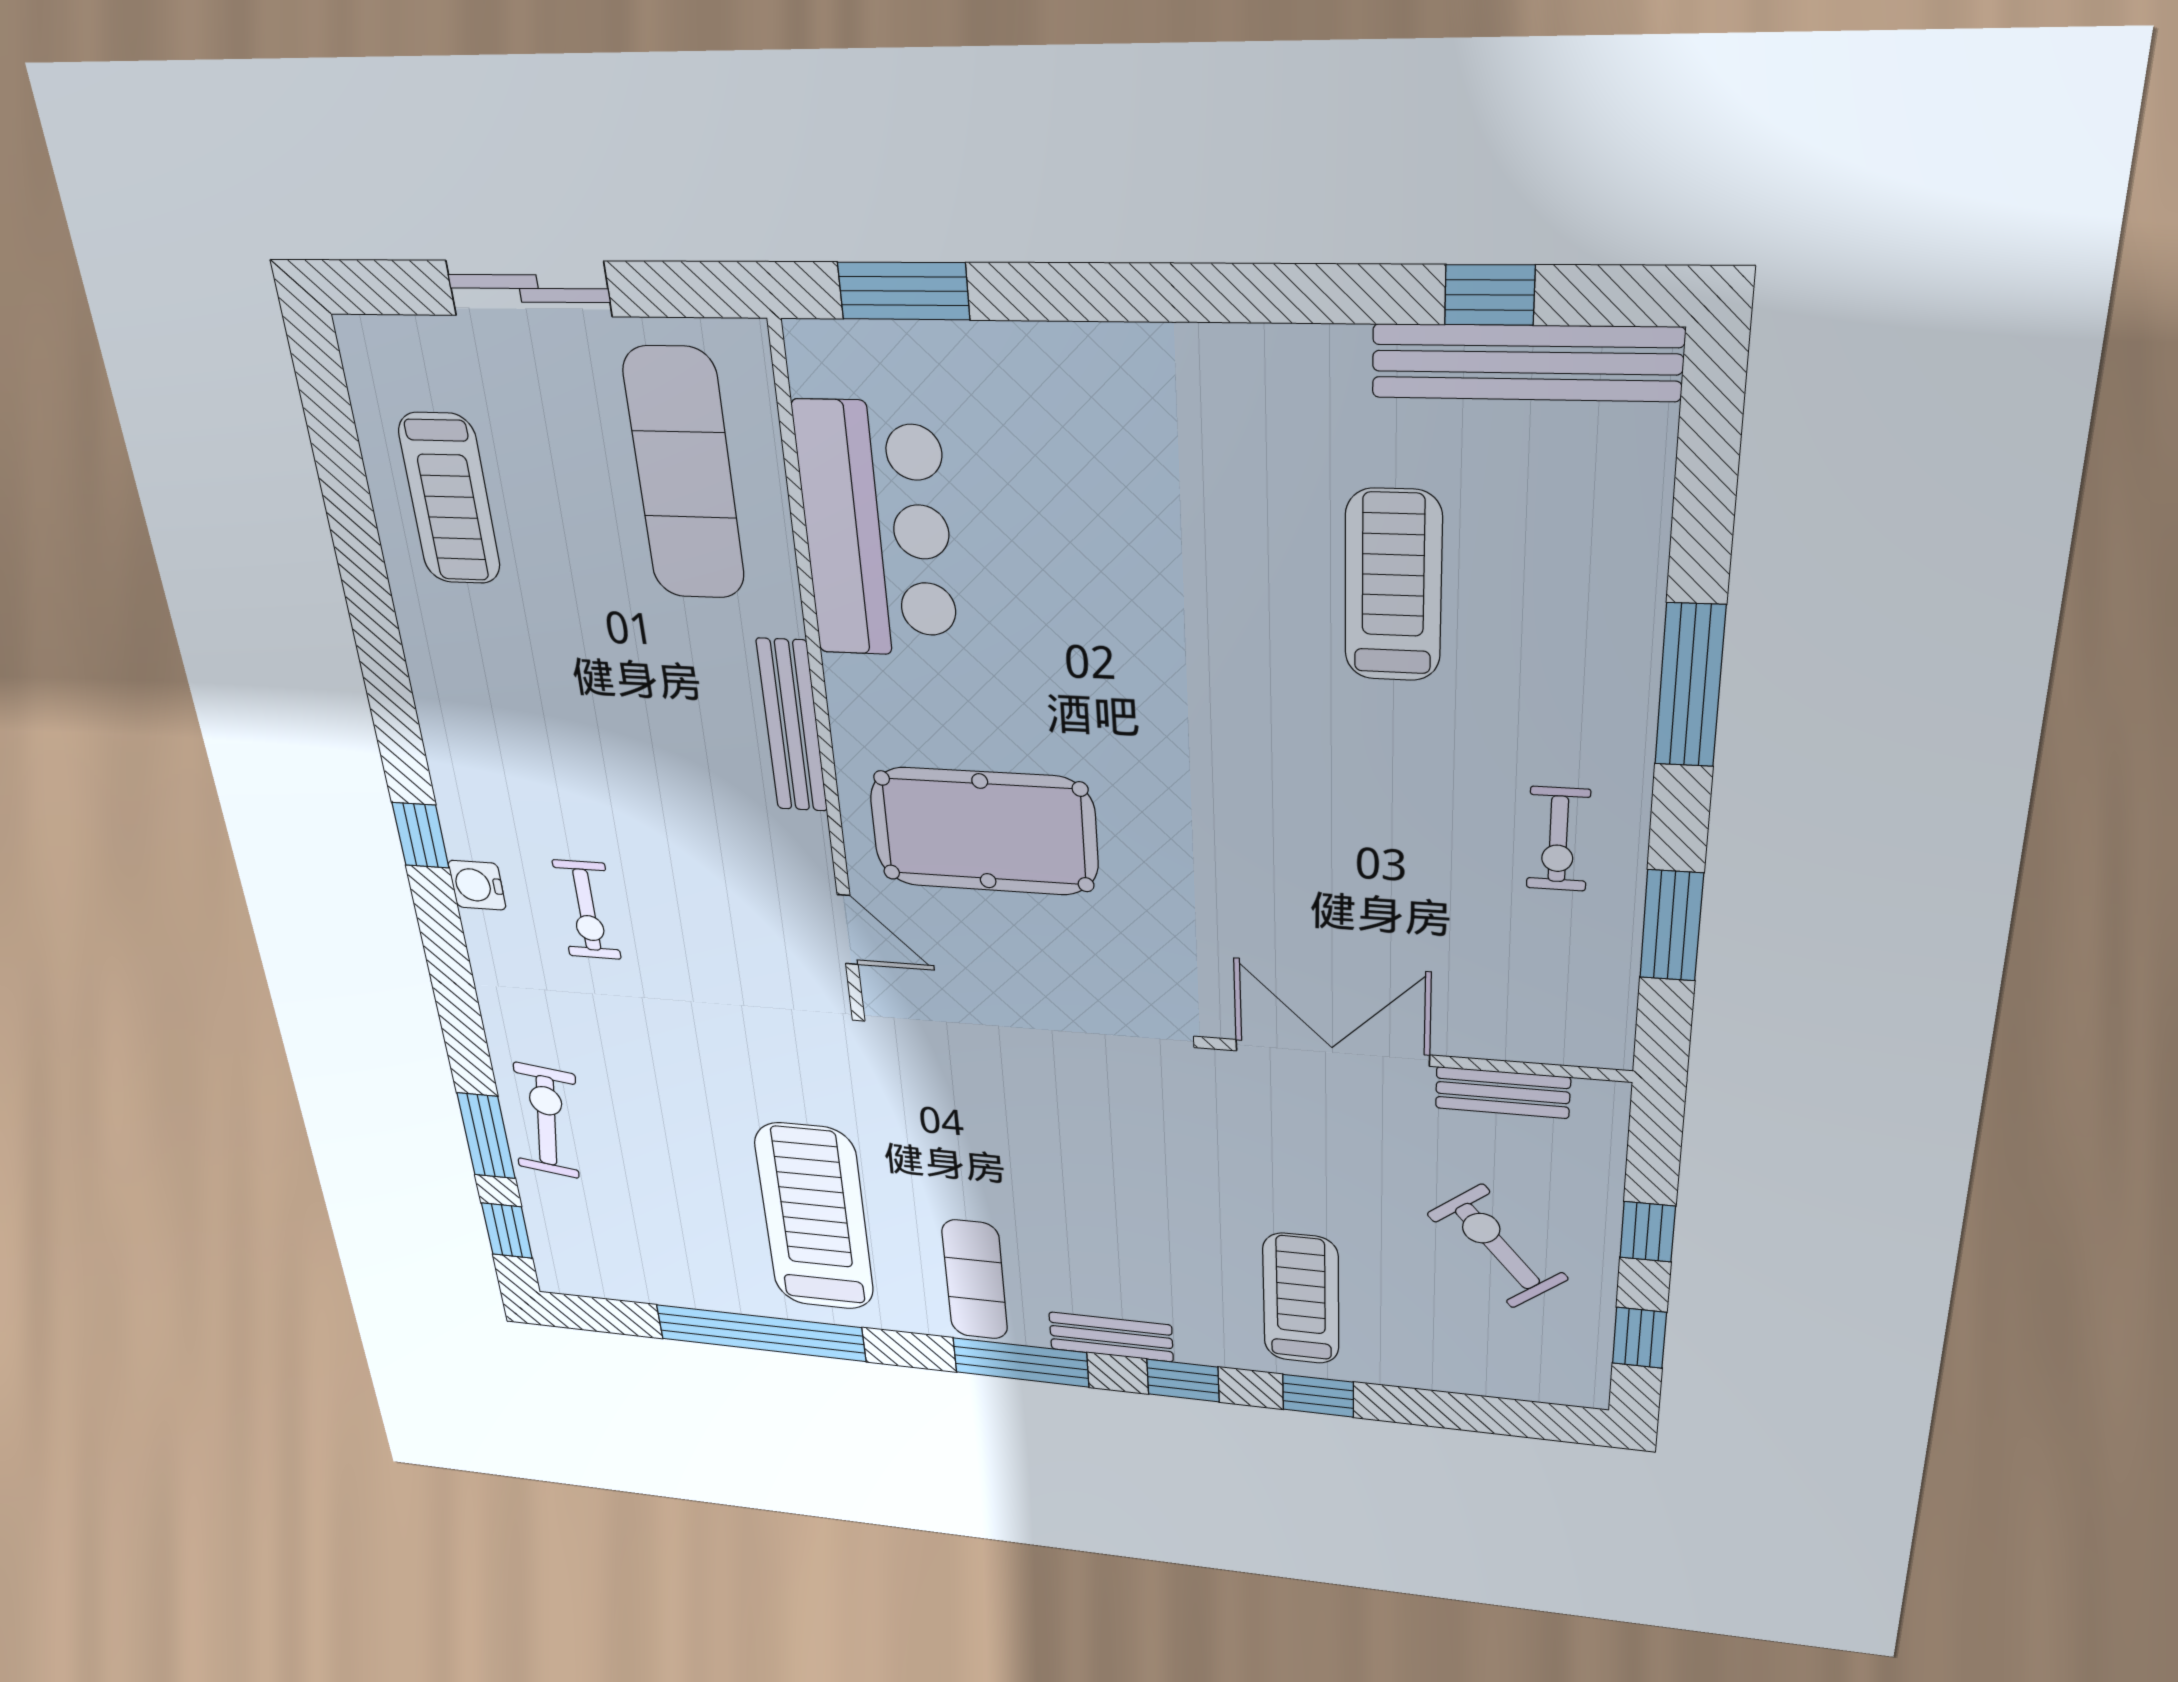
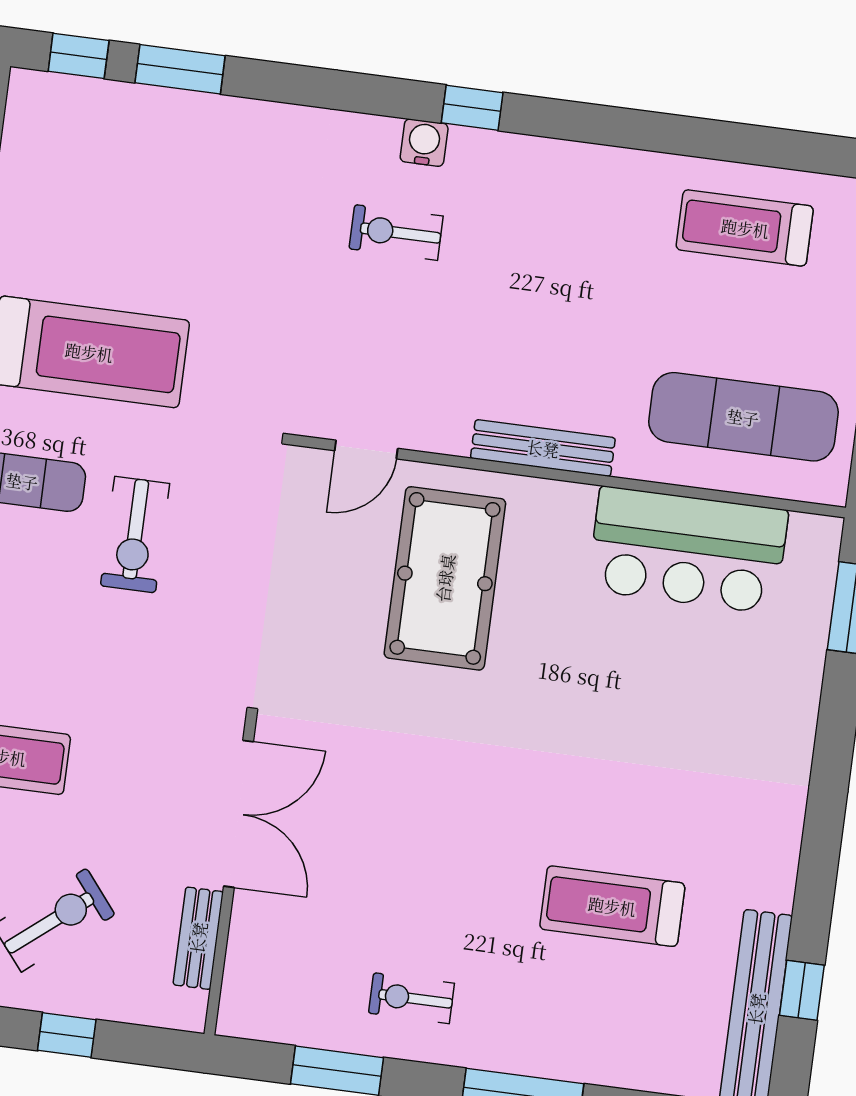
treadmill: (1393, 586) -> (612, 906), turned 180
exercise bike: (547, 1121) -> (135, 535), moved, turned 82

